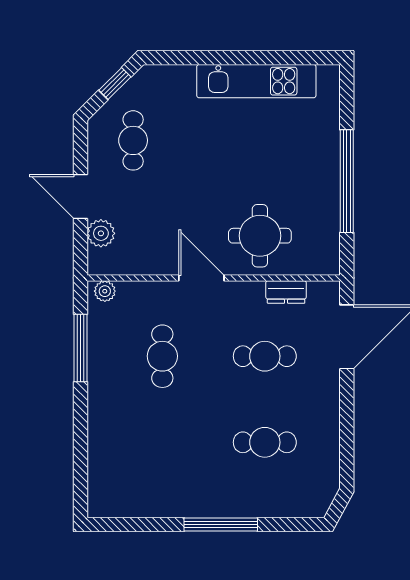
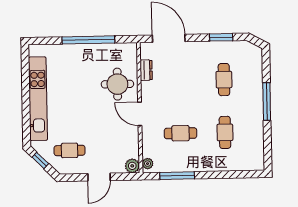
kitchen unit: (256, 81) -> (38, 99), width x1.36
plant: (101, 233) -> (132, 166), moved
door: (201, 278) -> (140, 114), hinge flipped
cafe table: (265, 356) -> (225, 132), moved
window: (347, 439) -> (221, 37), added

